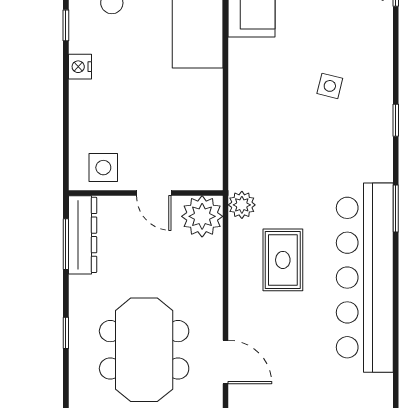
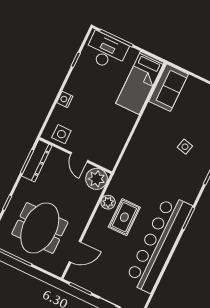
nightstand: (80, 67) -> (65, 99), moved
plant: (242, 205) -> (108, 202), moved
door: (225, 362) -> (75, 252), hinge flipped

